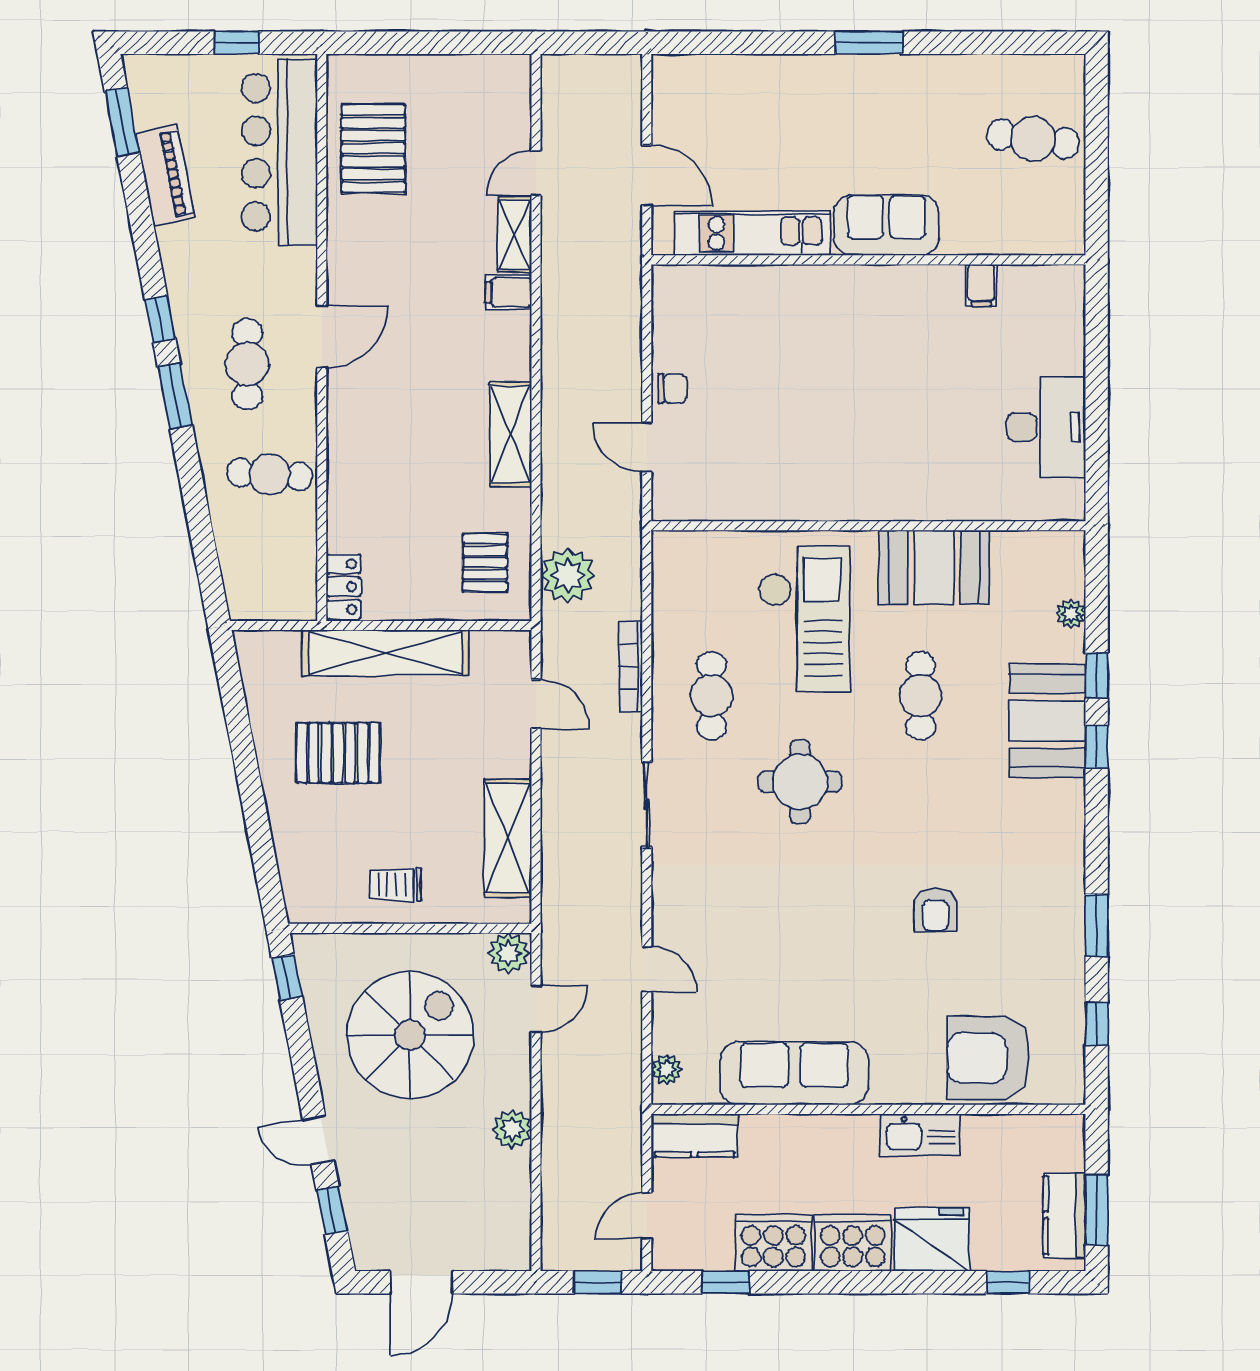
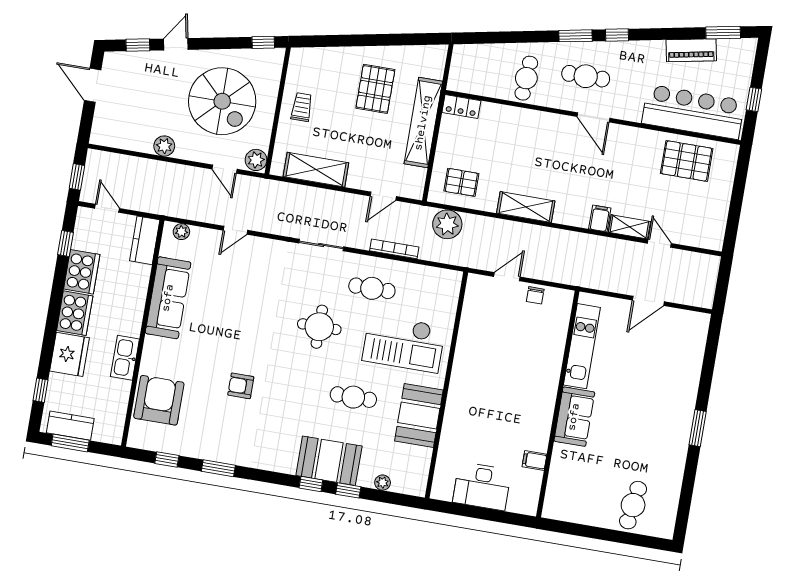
sofa: (887, 225) -> (574, 417), moved
kitchen unit: (753, 233) -> (582, 346), moved
wall: (868, 260) -> (558, 404), moved
filing cabinet: (981, 285) -> (534, 460), moved

